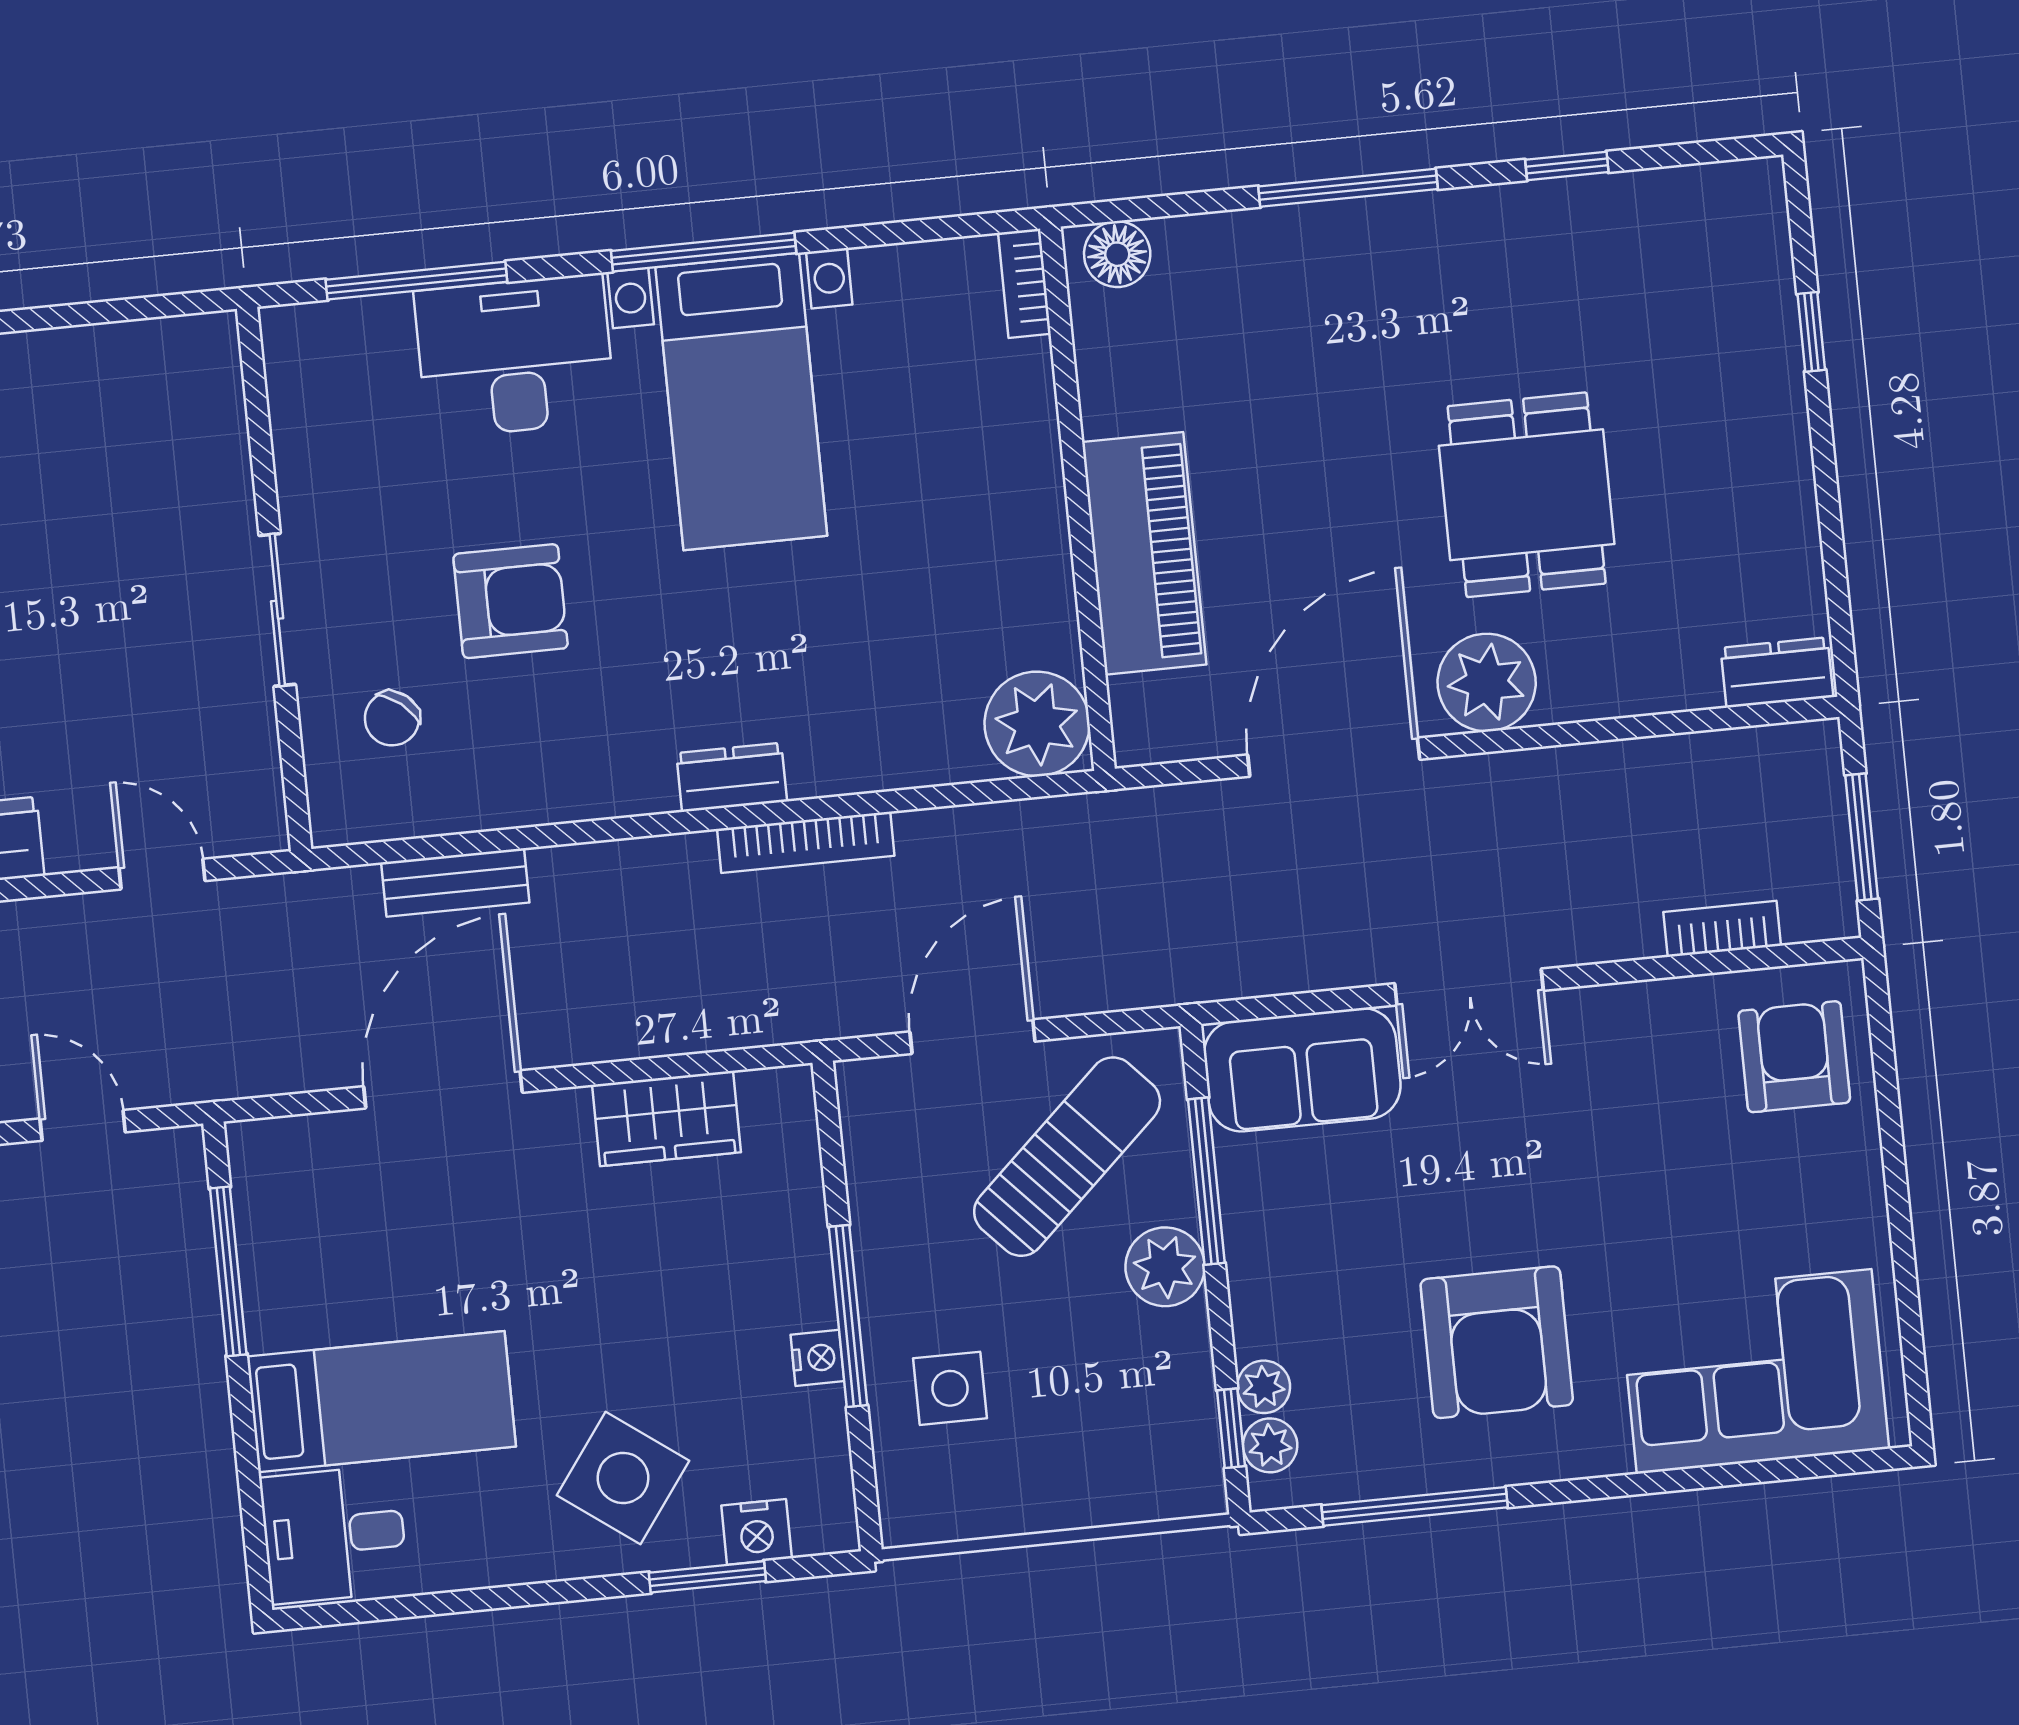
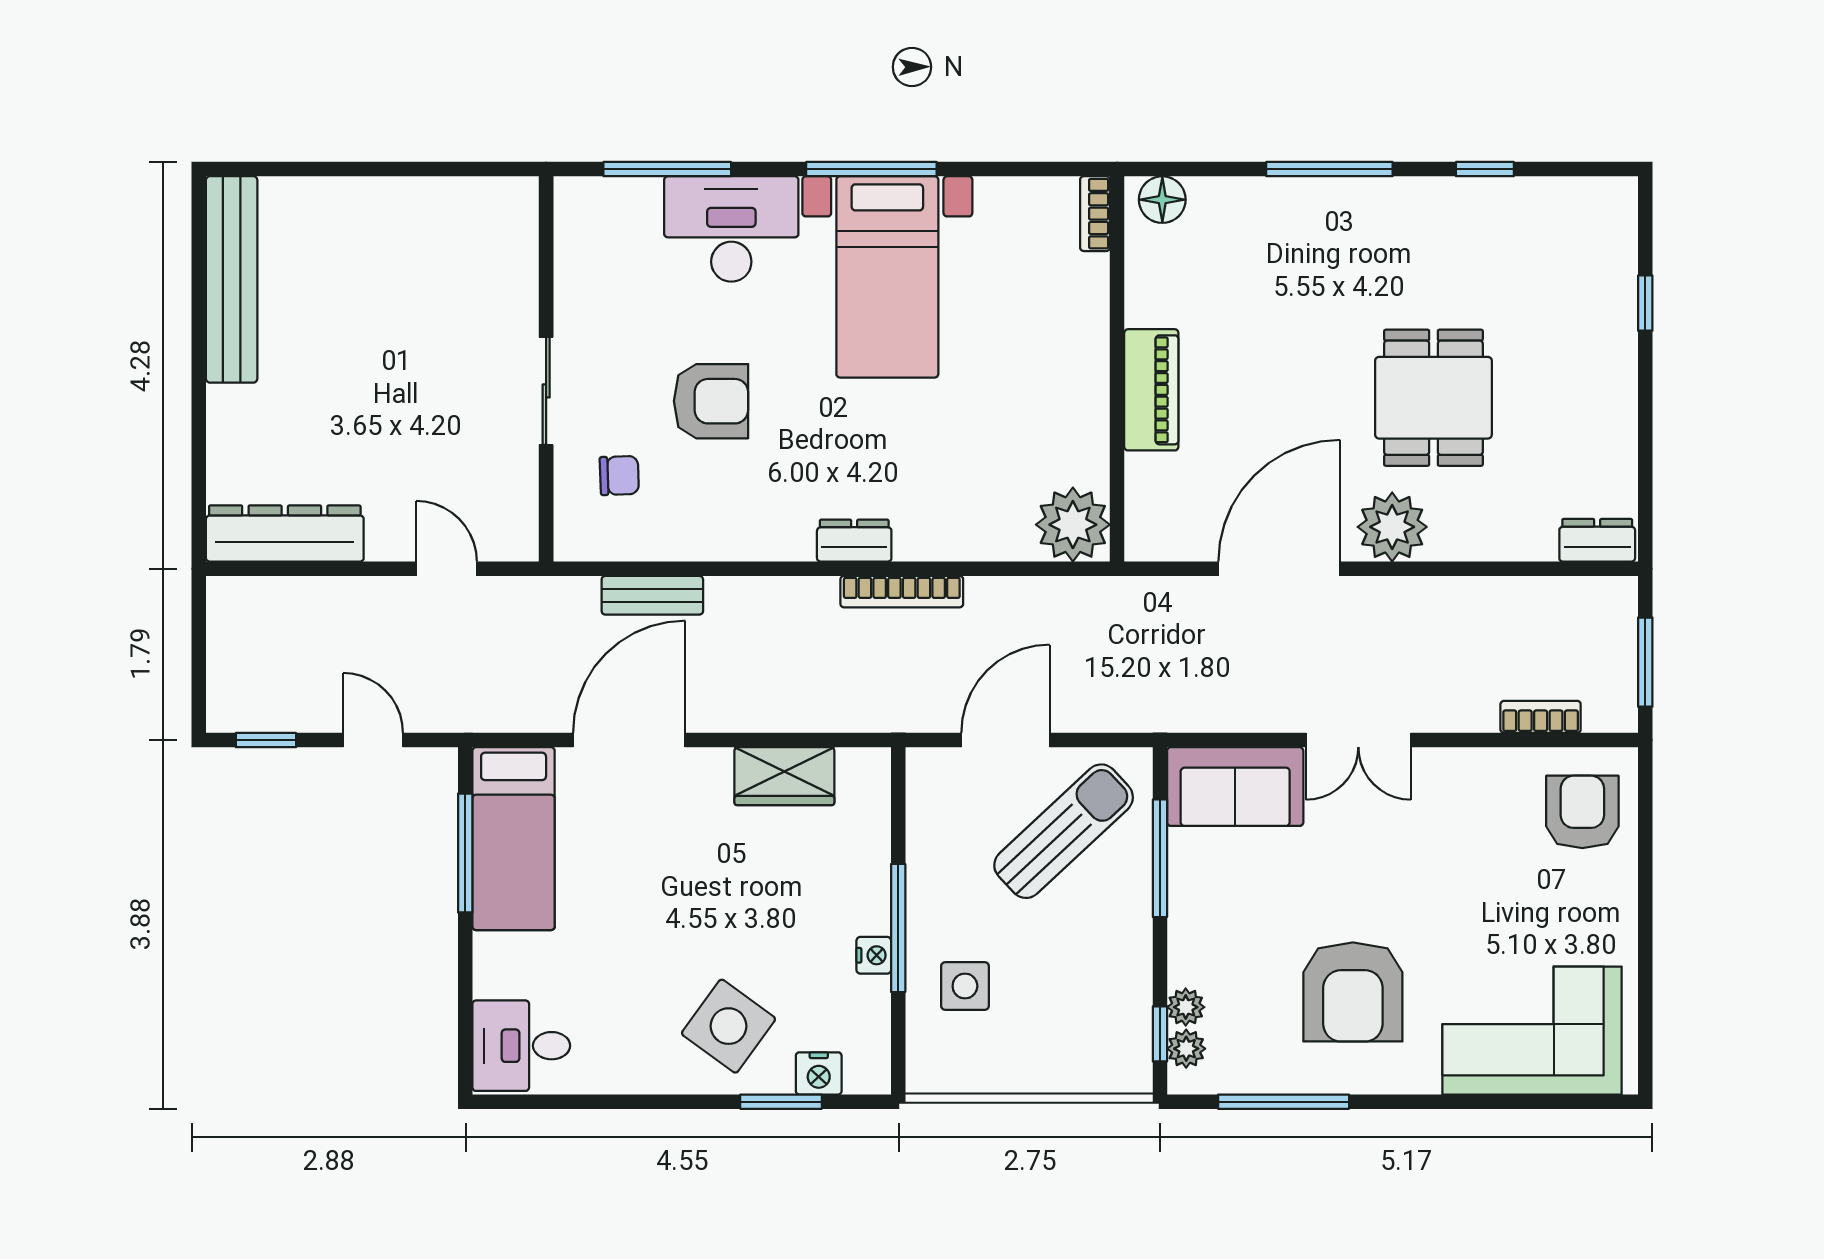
piano: (1144, 553) -> (1151, 390), width x0.73, depth x0.75
chair: (392, 719) -> (619, 475), turned -131
plant: (1165, 1267) -> (1125, 916), removed
bed: (381, 1402) -> (514, 839), moved, turned 90

